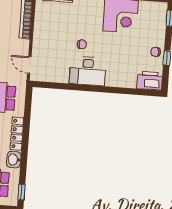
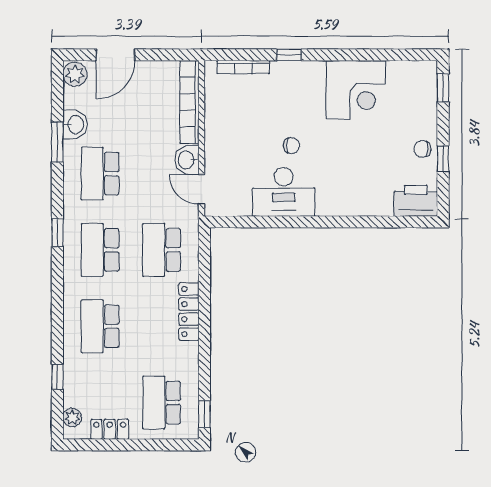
desk: (88, 71) -> (284, 192), moved
washbasin: (14, 160) -> (187, 160), moved

